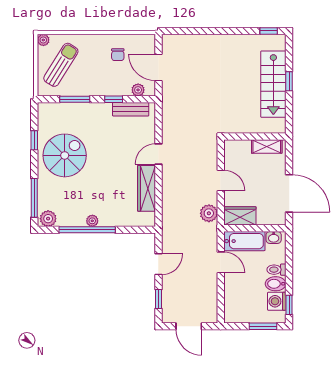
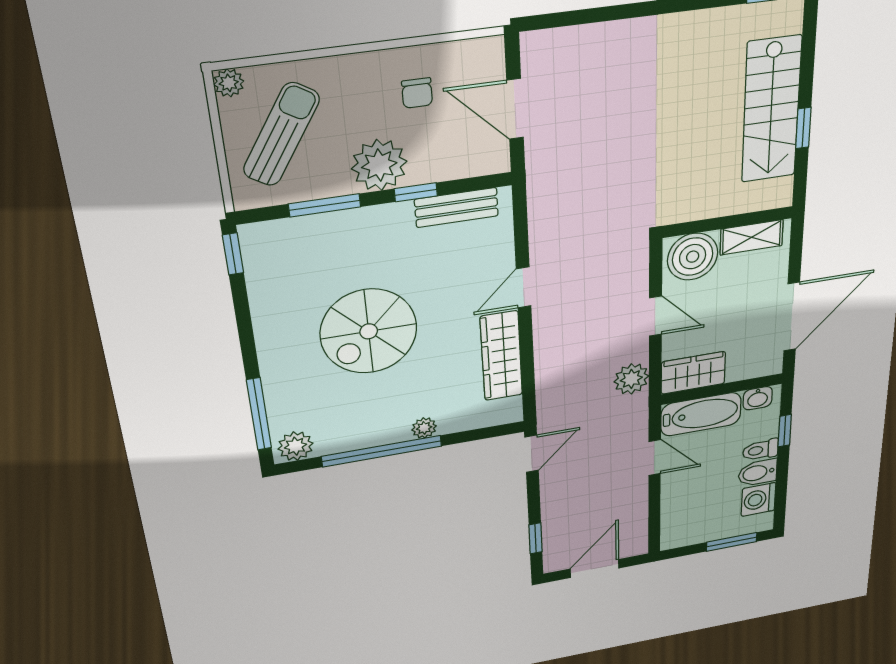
window: (289, 81) -> (803, 128), moved
plant: (138, 90) -> (379, 165), moved, width x1.88, depth x1.88
window: (34, 140) -> (233, 254), moved
boiler: (238, 152) -> (693, 257), added
spiral stairs: (65, 155) -> (369, 331), moved, turned 180
door: (289, 193) -> (792, 317), hinge flipped
plant: (92, 221) -> (424, 428), moved
door: (158, 264) -> (532, 454), moved
window: (289, 305) -> (785, 431), moved
door: (189, 326) -> (595, 569), swing flipped

